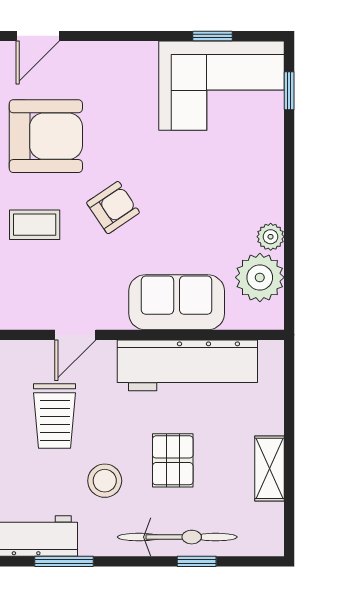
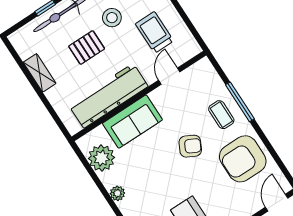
armchair: (113, 208) -> (190, 146), turned -119
coffee table: (35, 225) -> (221, 115), turned 90
plant: (271, 237) -> (117, 193), moved
pallet: (173, 460) -> (87, 47), turned 90

